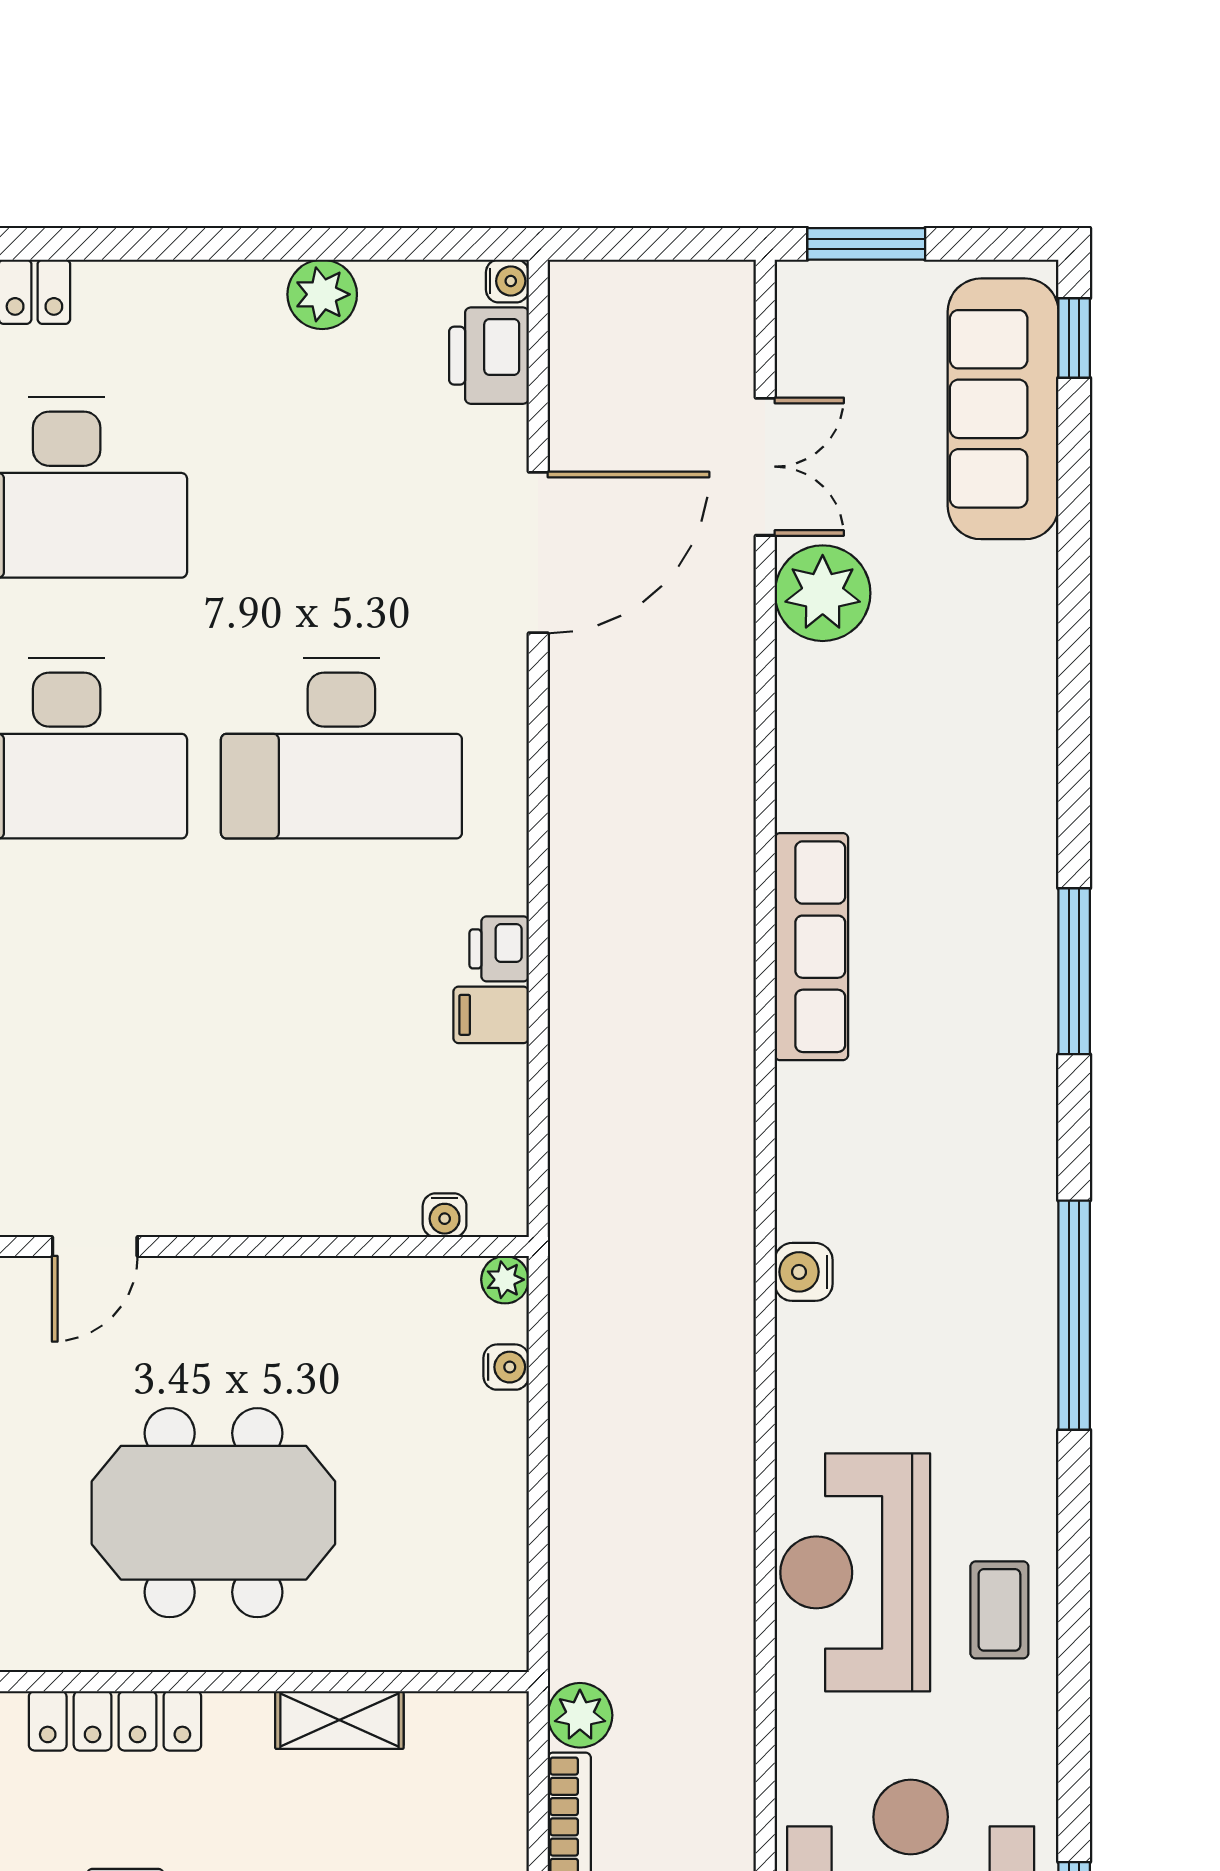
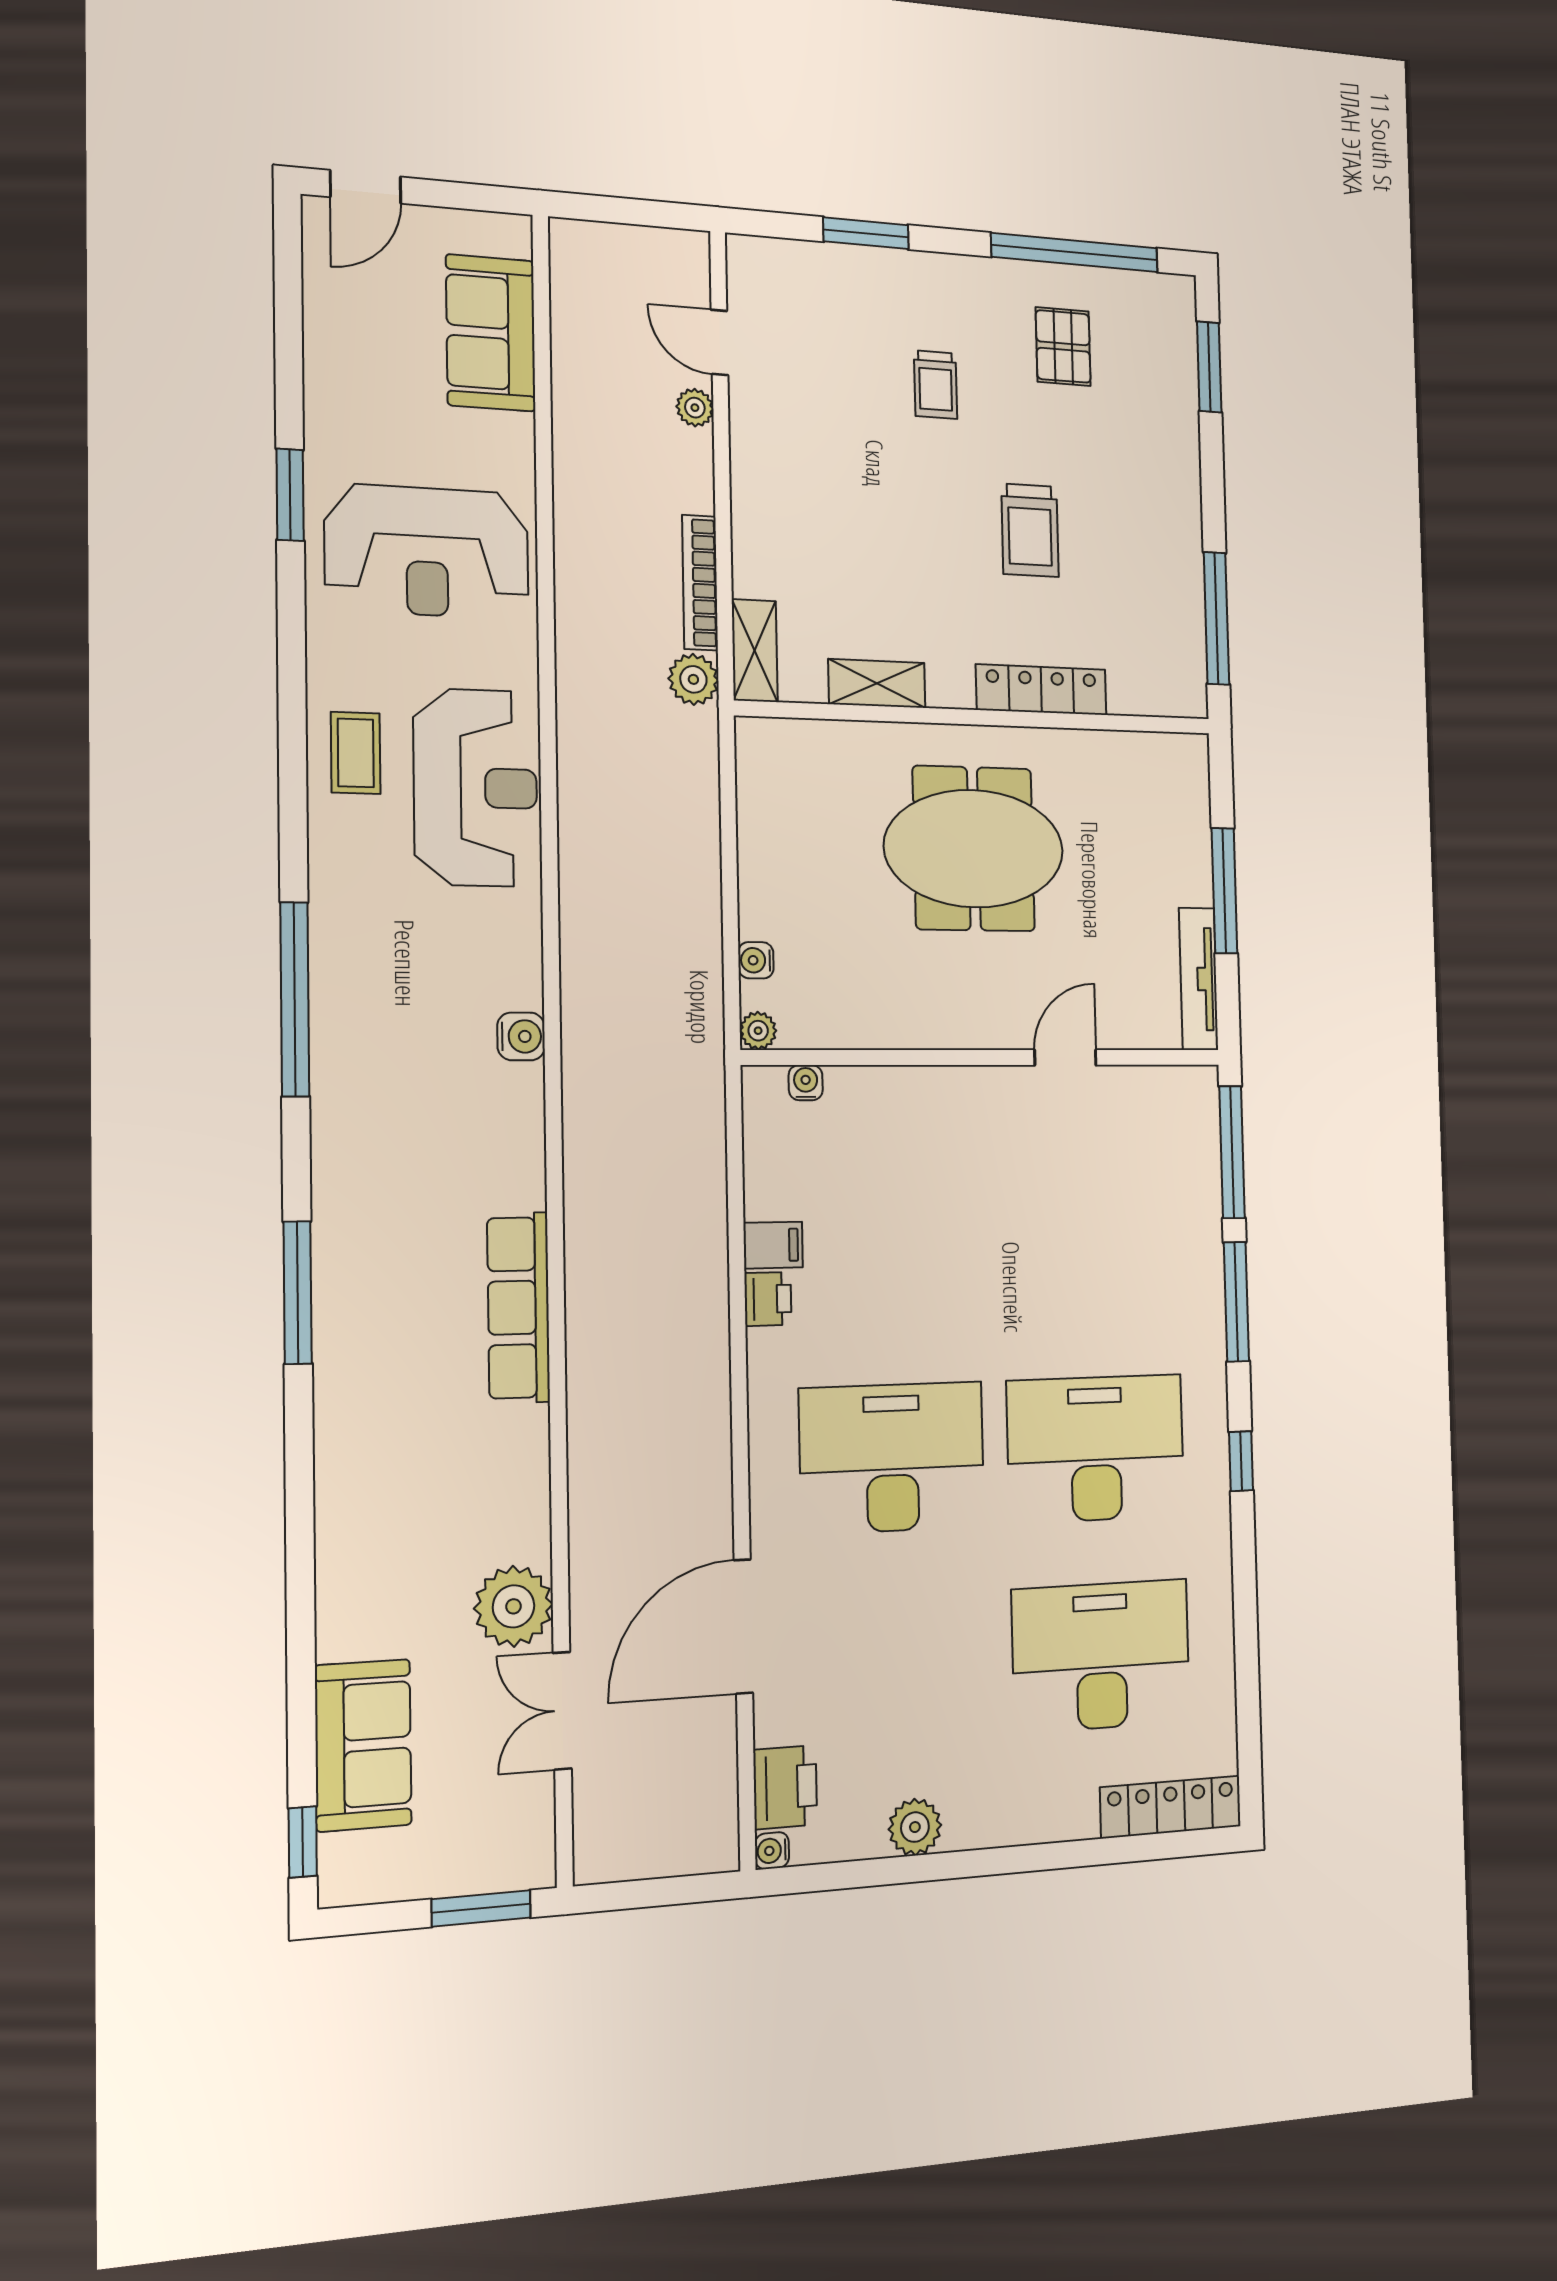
sofa: (1003, 409) -> (363, 1745), width x0.73
shelving: (500, 1755) -> (755, 651), added

